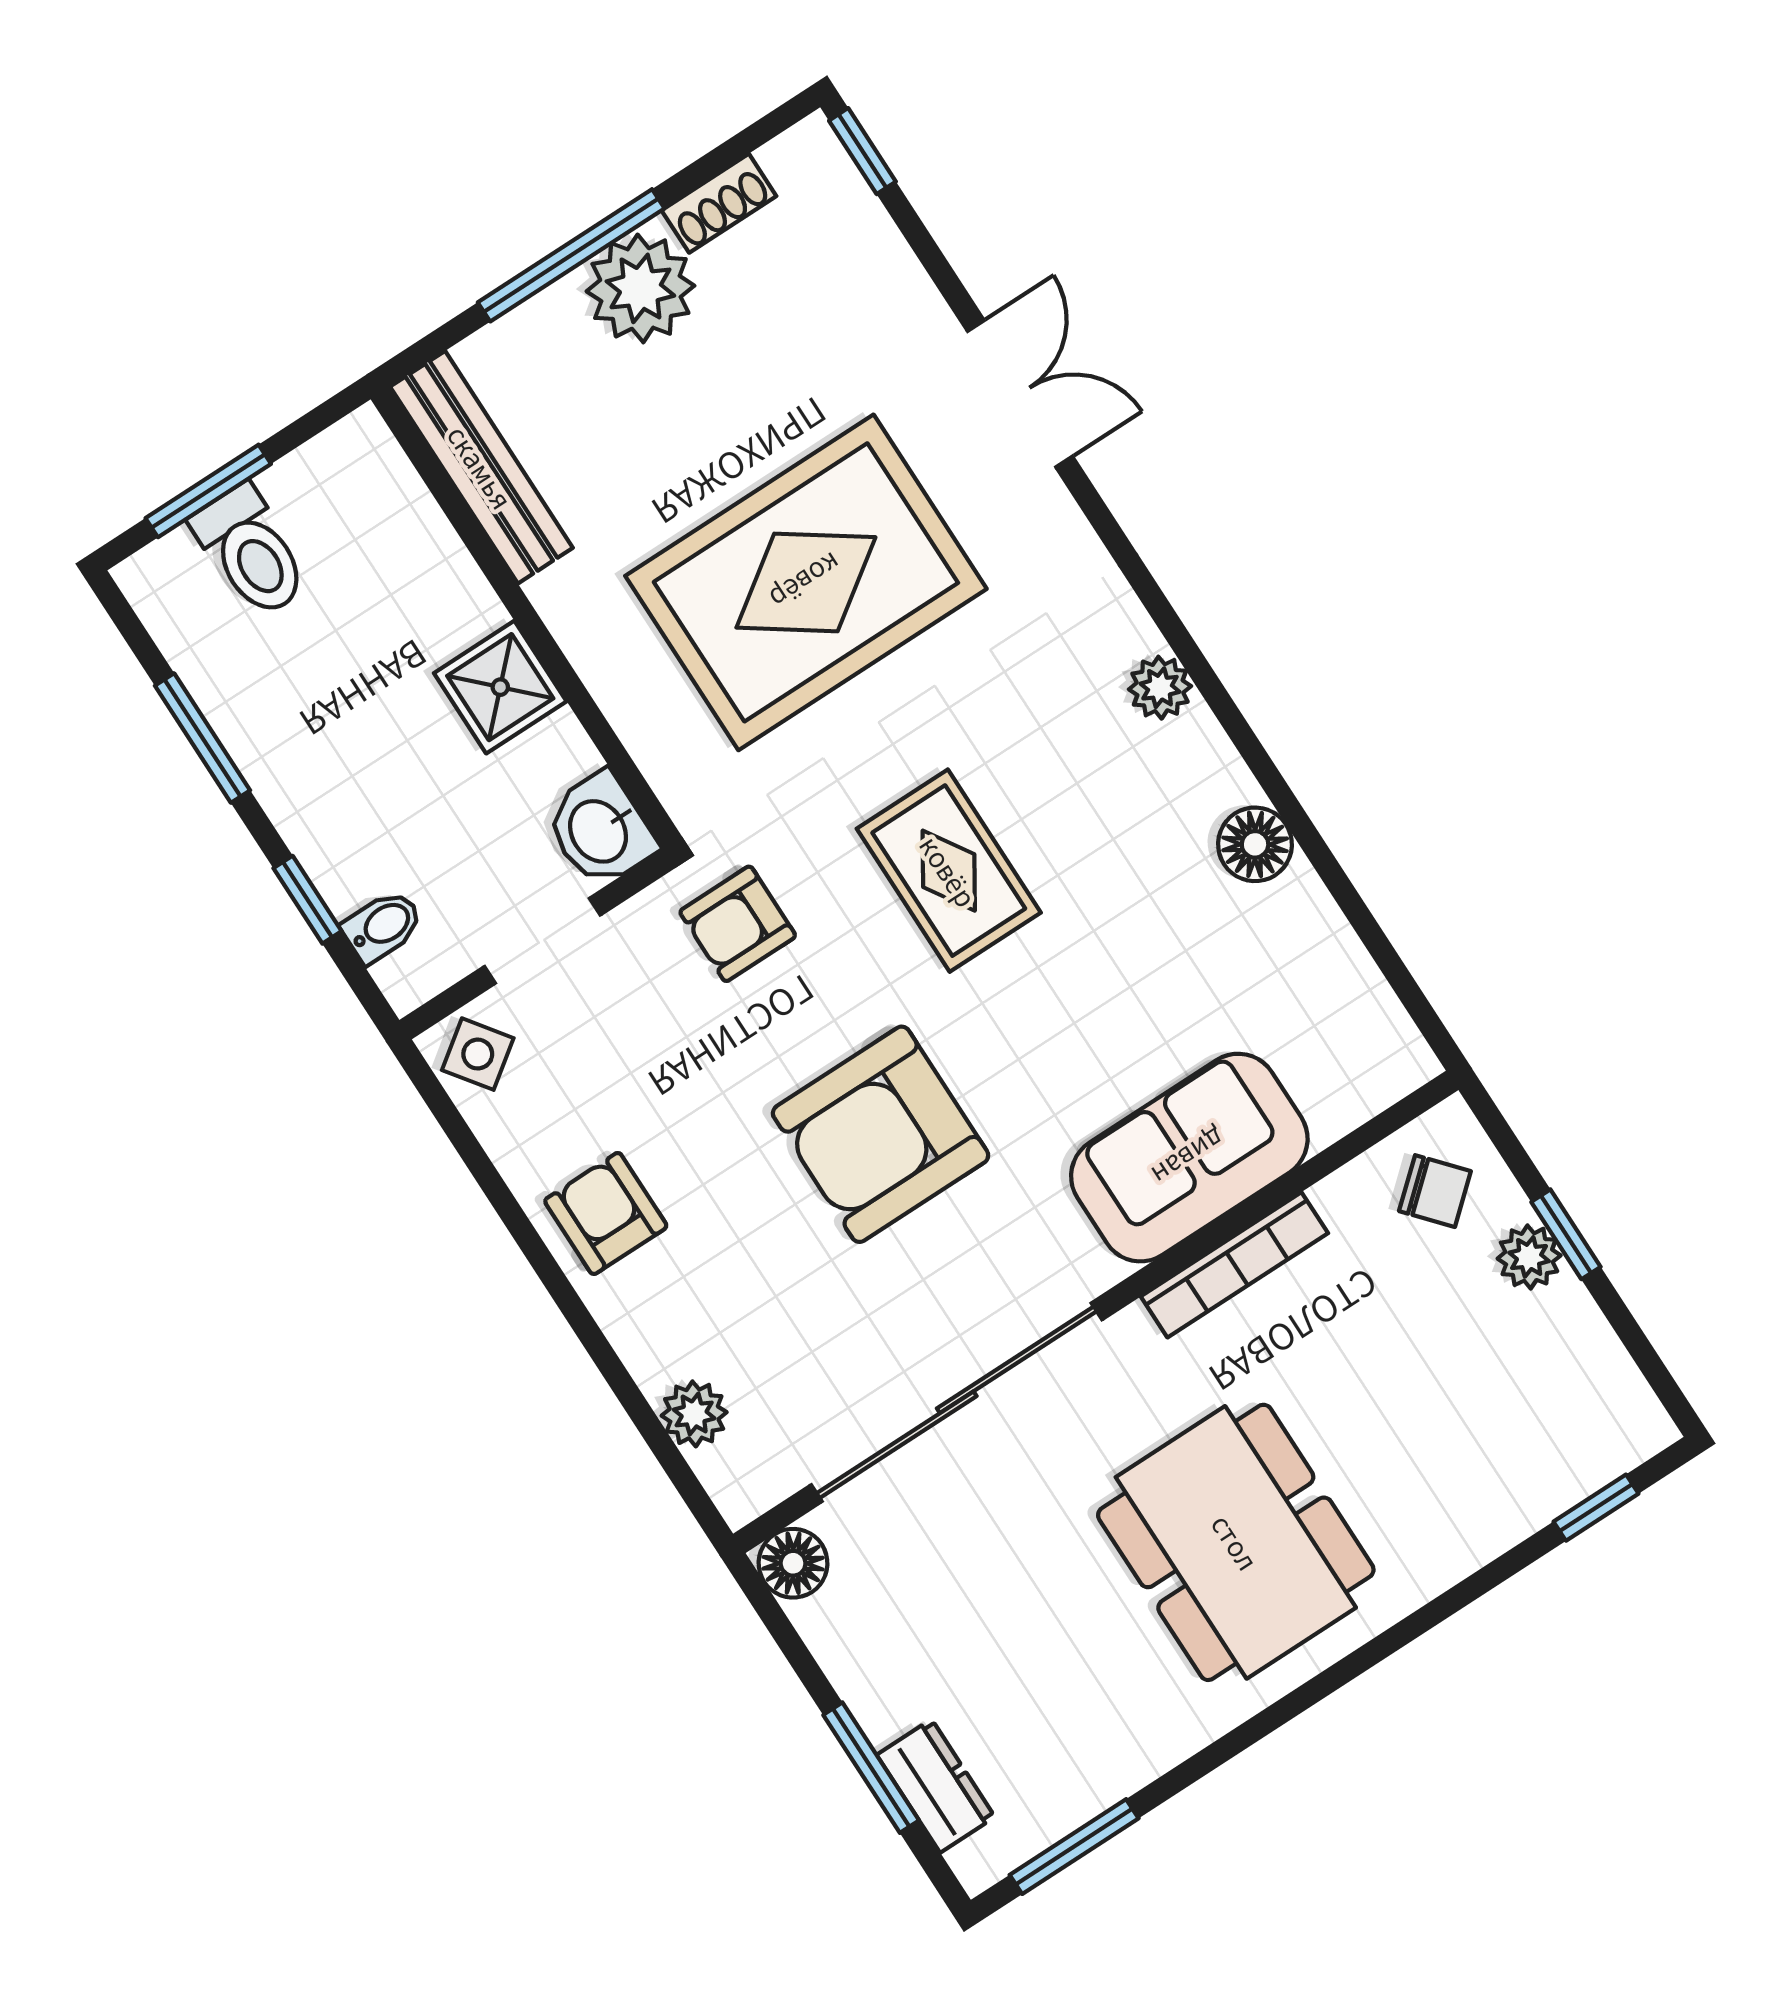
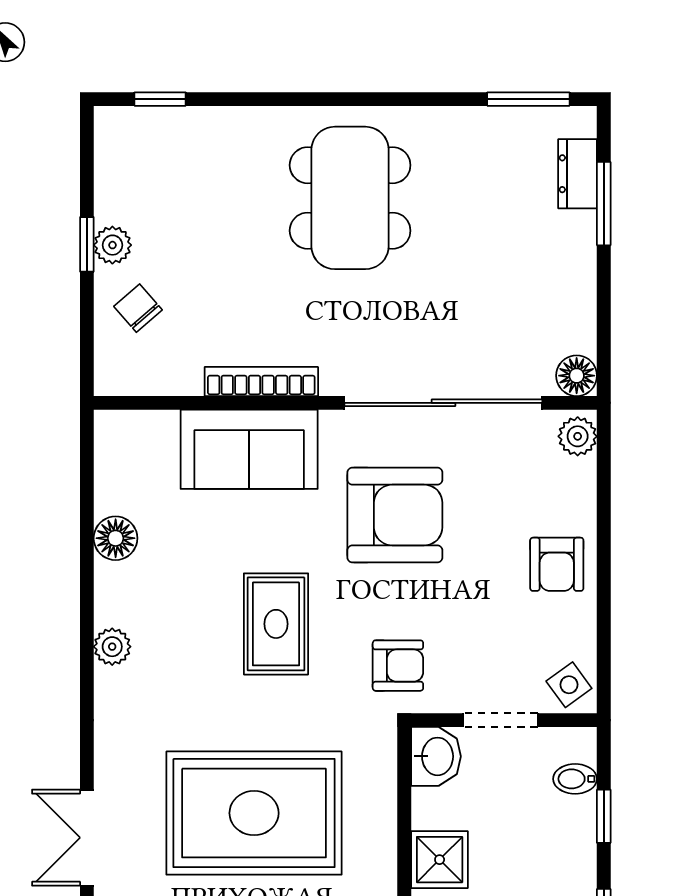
sofa: (1189, 1158) -> (249, 449), moved
bookcase: (1234, 1265) -> (261, 381), moved
wall: (1096, 1312) -> (345, 403), moved
sliding door: (957, 1402) -> (443, 403), moved
floor lamp: (793, 1563) -> (577, 376), moved

